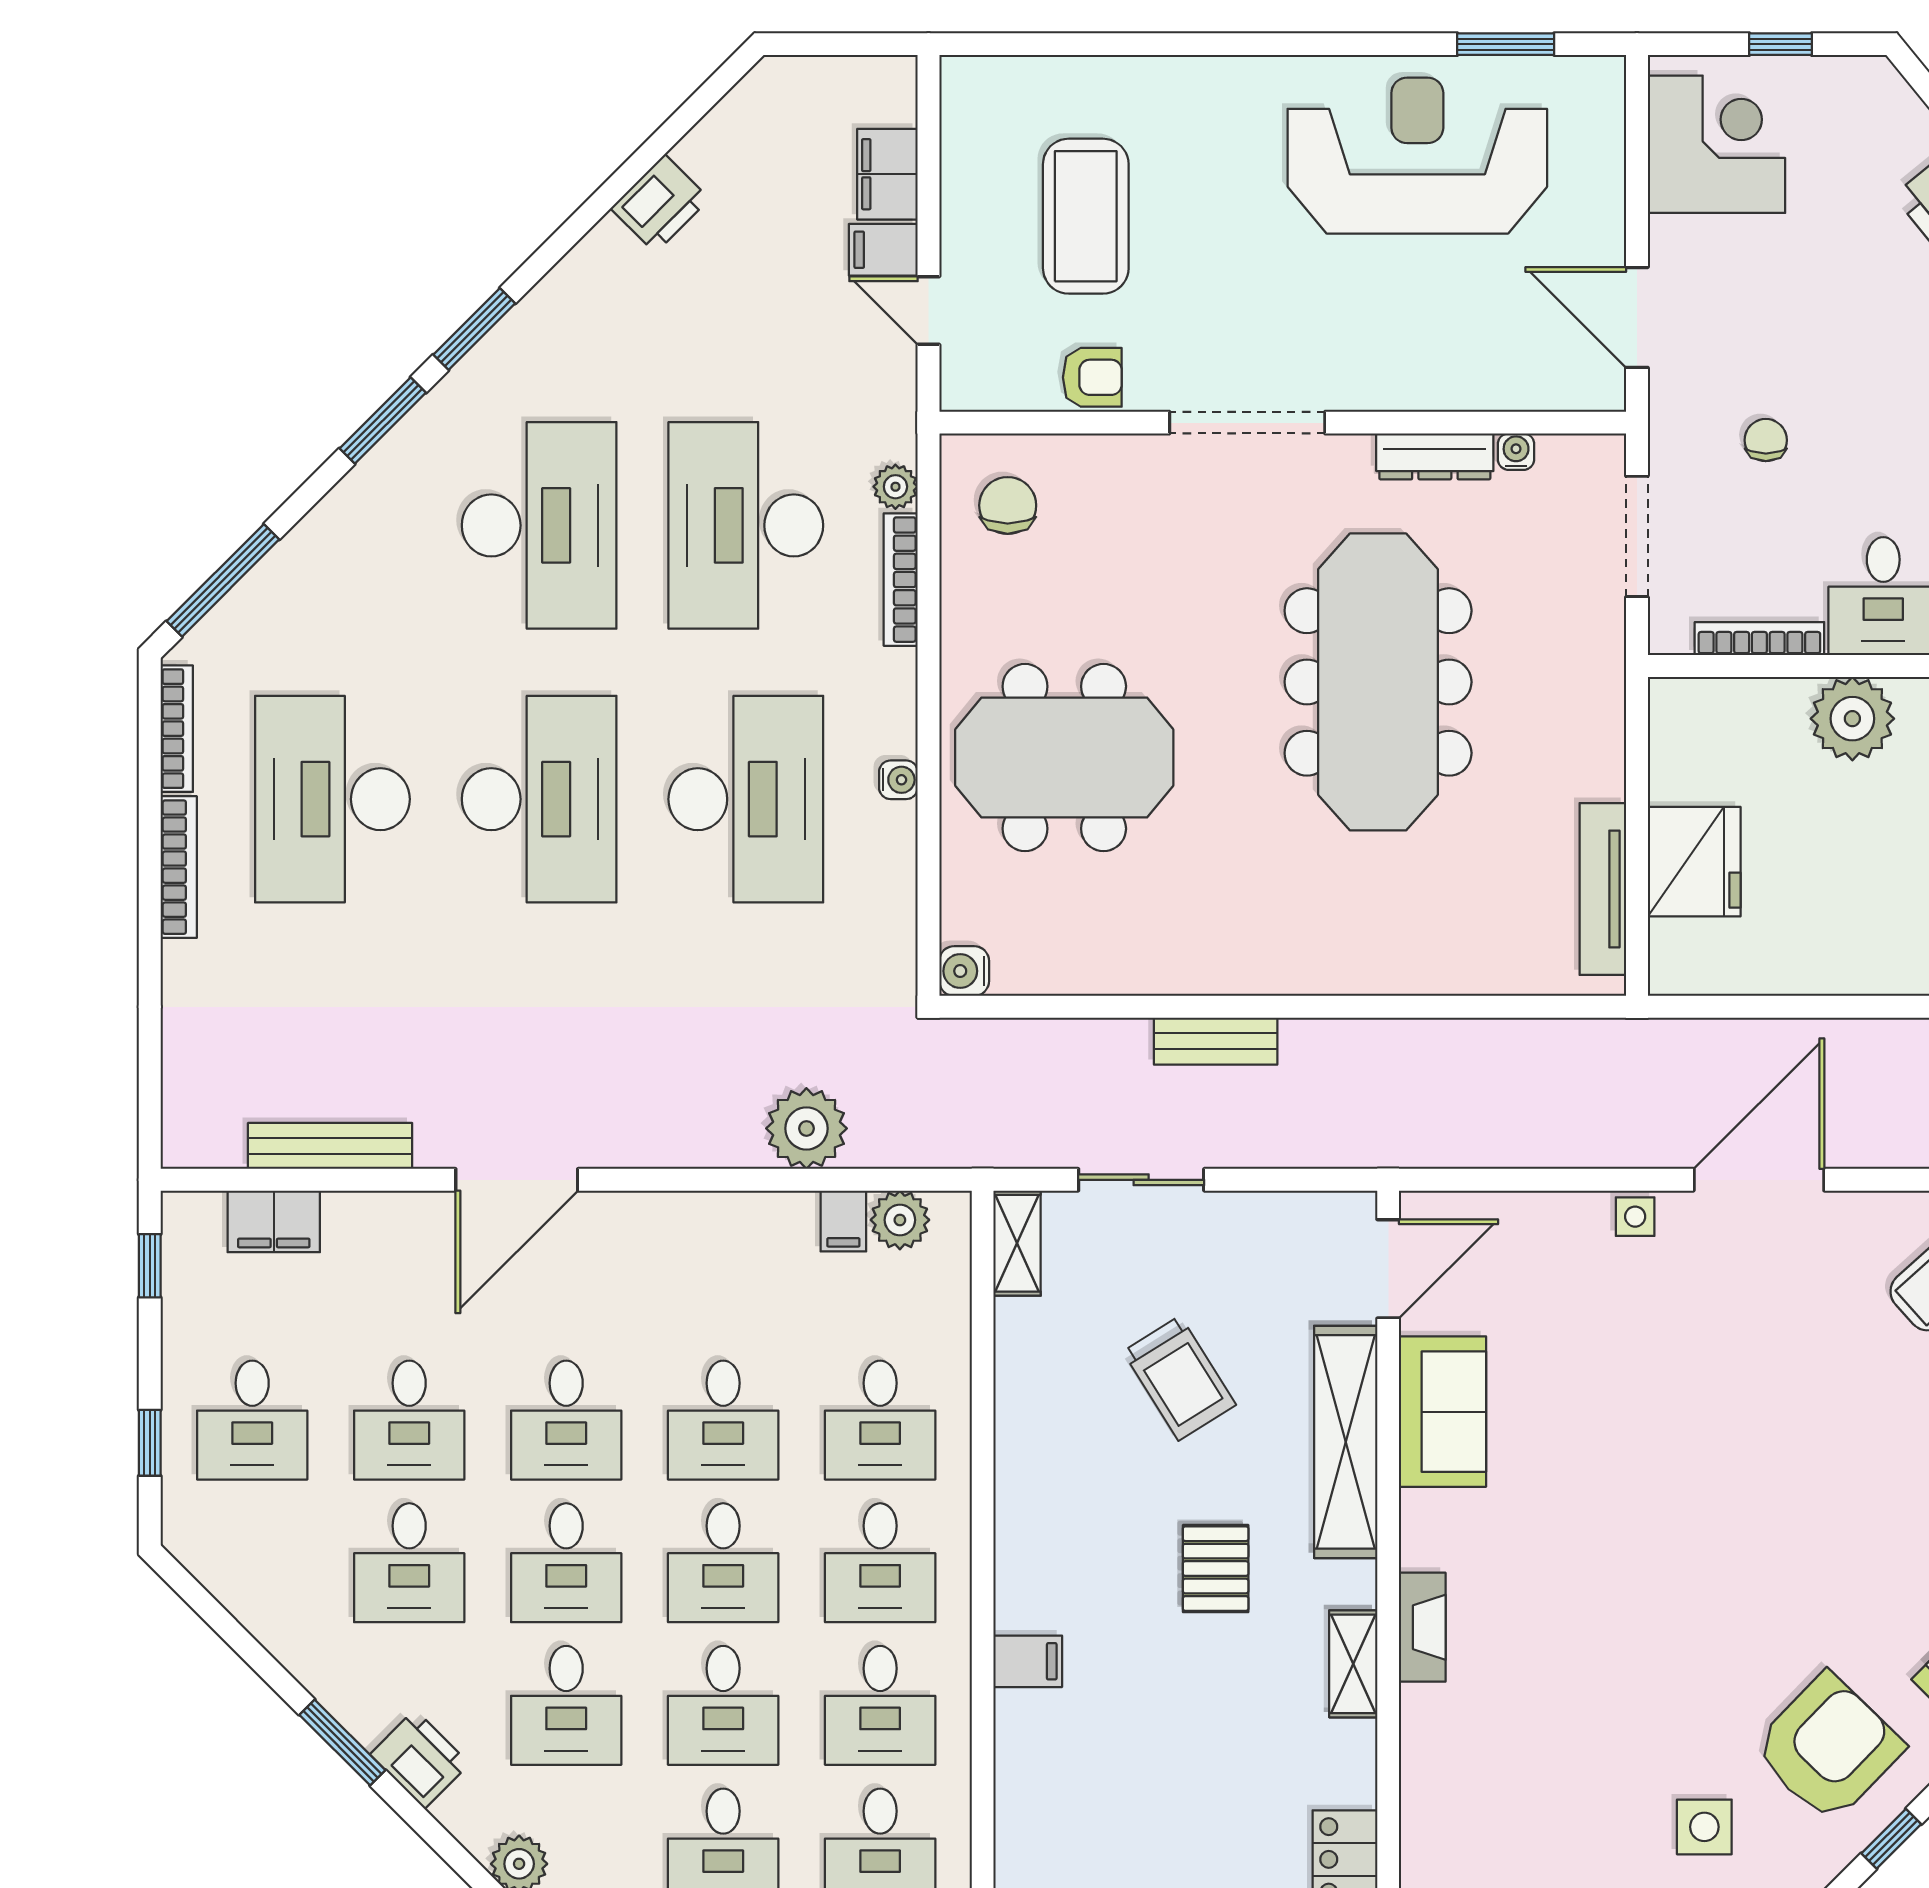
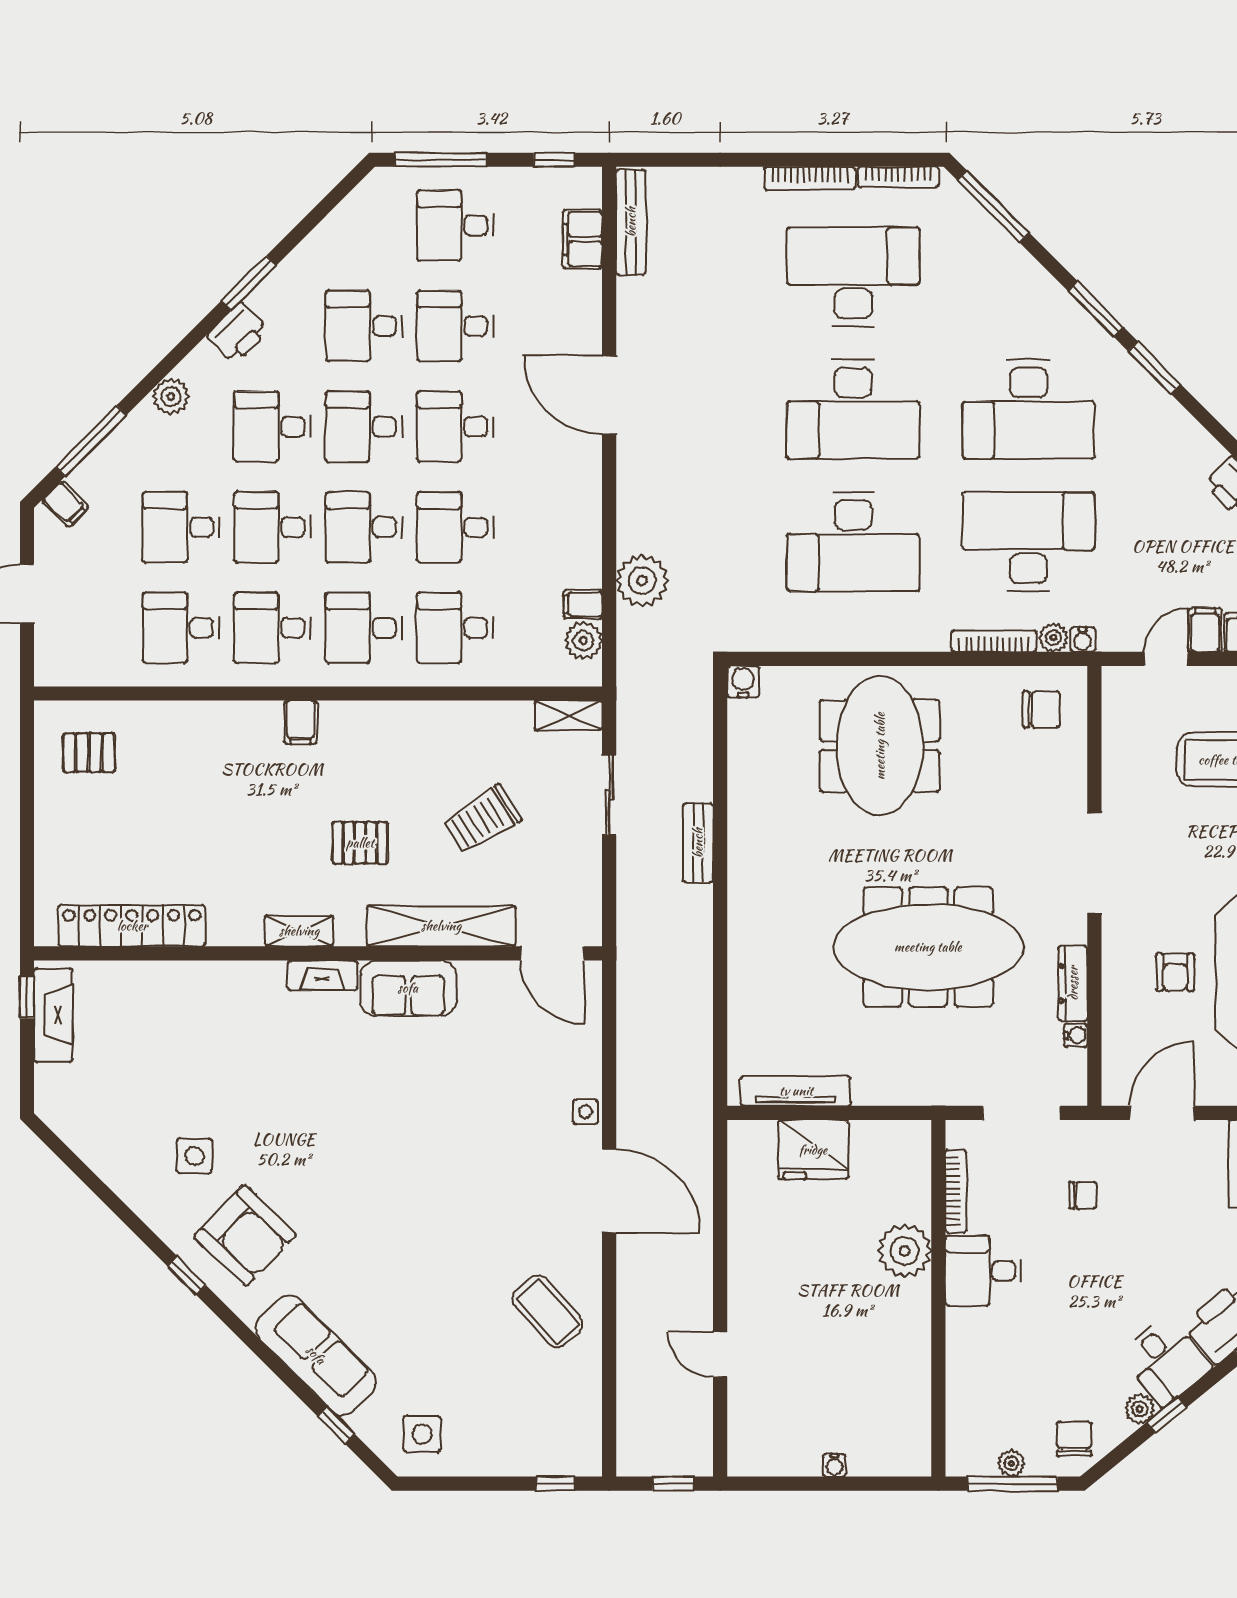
armchair: (1092, 377) -> (1175, 972), moved
water cooler: (898, 780) -> (1083, 640), moved
bench: (330, 1146) -> (631, 222), moved
sofa: (1442, 1412) -> (408, 988), moved
window: (150, 1443) -> (441, 160), width x2.17

